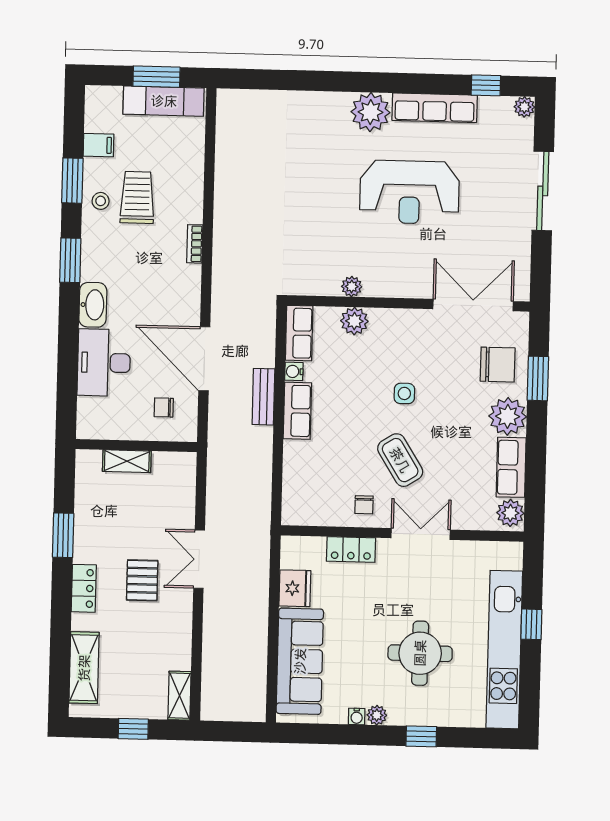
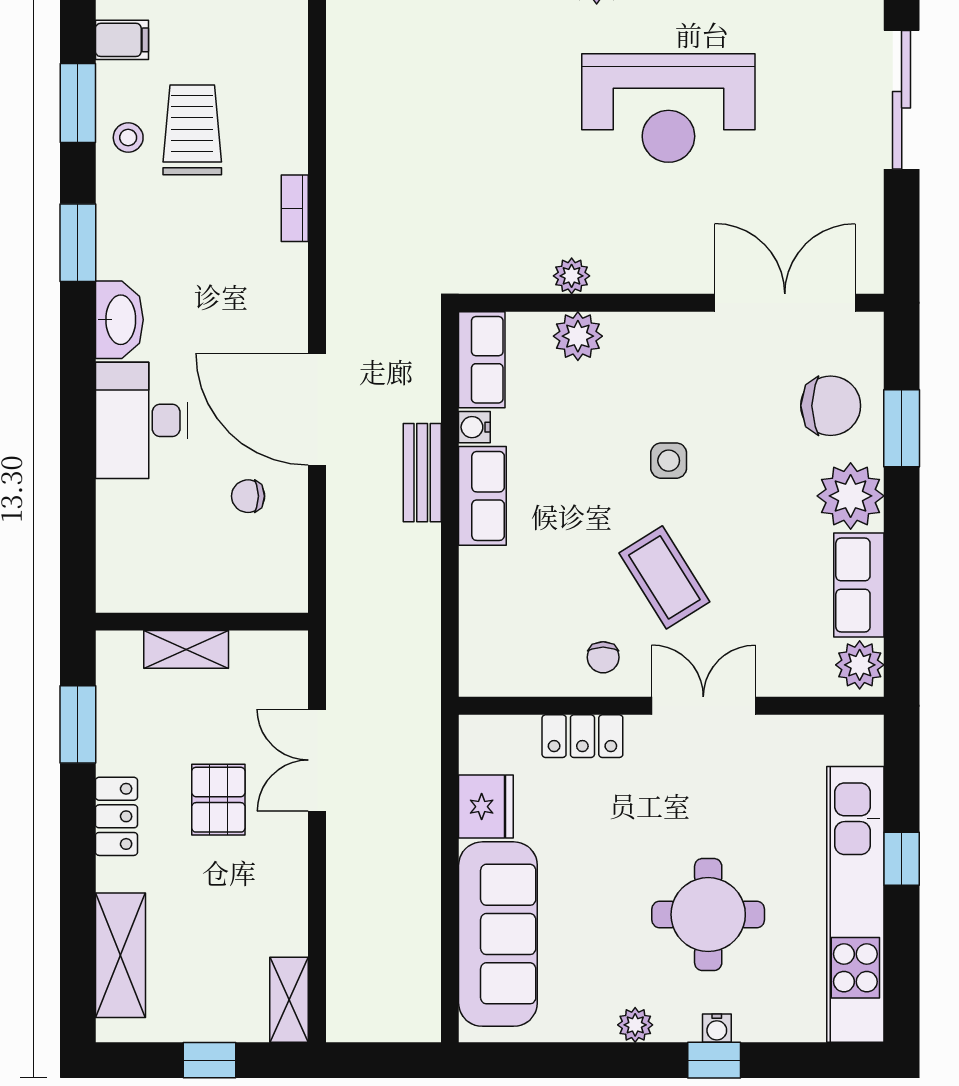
wall: (136, 446) -> (202, 622), moved
shelving: (127, 461) -> (186, 649), moved
water cooler: (357, 716) -> (717, 1028), moved

